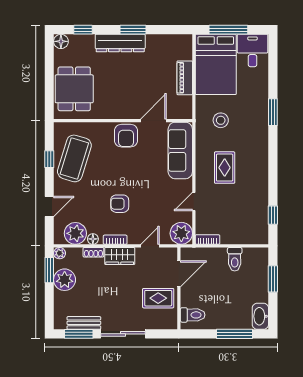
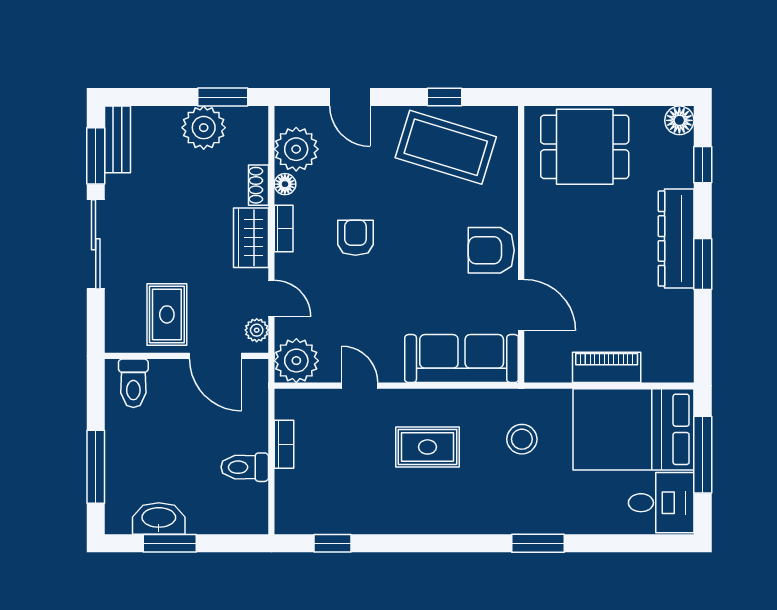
bookcase: (207, 239) -> (284, 444), moved
plant: (60, 253) -> (257, 330), moved
window: (273, 279) -> (170, 543), moved
washbasin: (260, 316) -> (159, 518), moved
bench: (84, 323) -> (117, 139), moved

